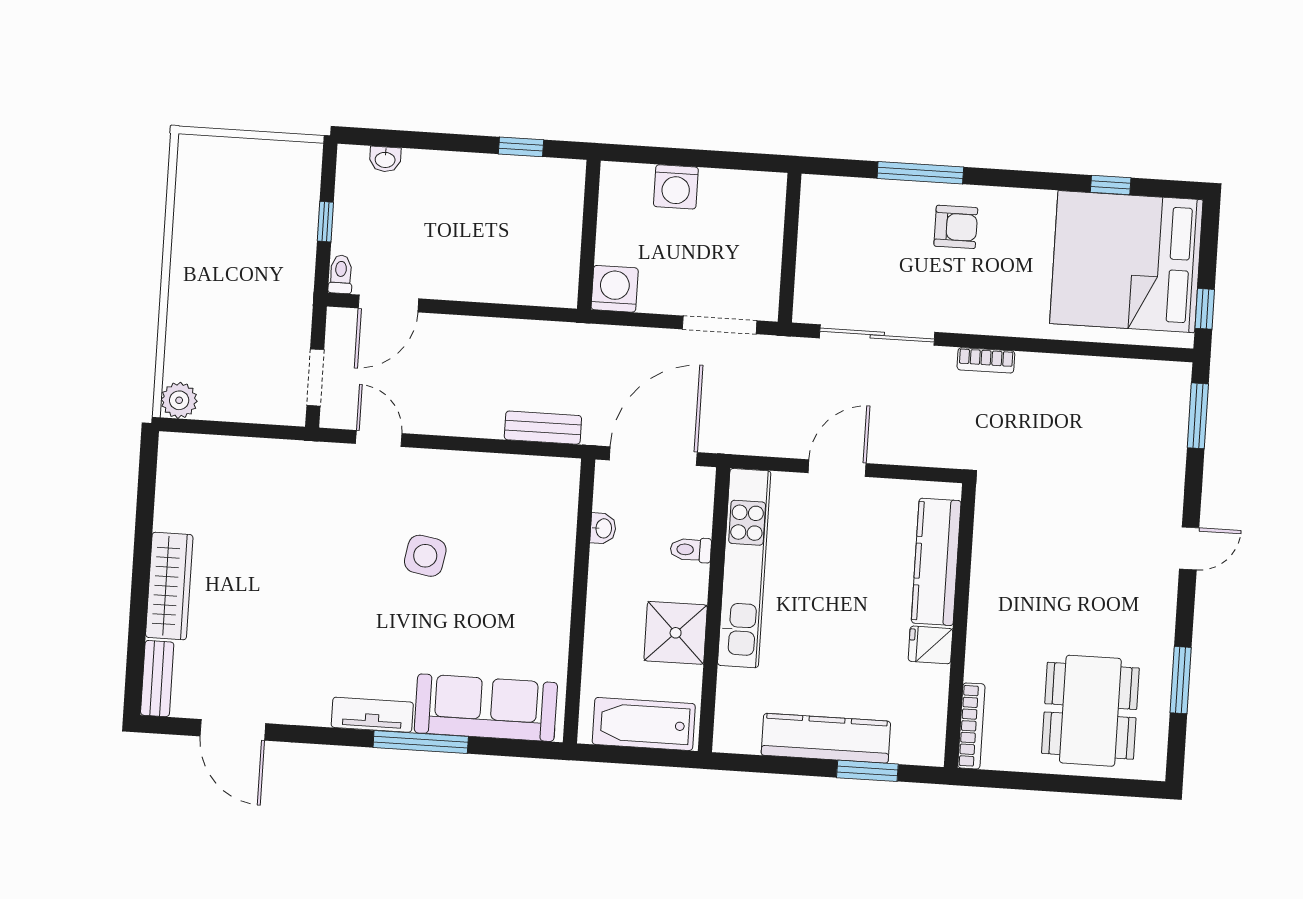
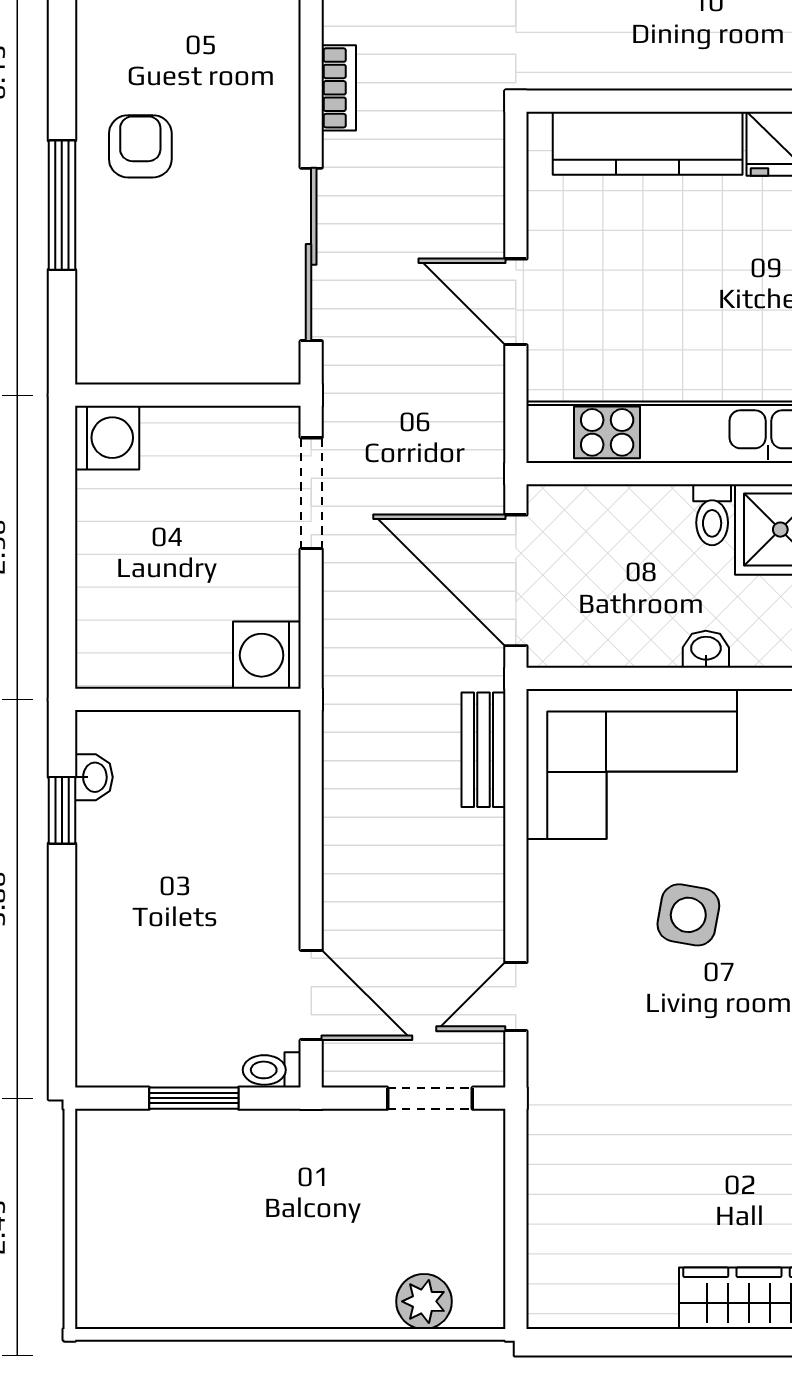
washbasin: (385, 159) -> (94, 777), moved
washing machine: (676, 187) -> (107, 438), moved
window: (325, 222) -> (194, 1098), width x1.50
plant: (179, 400) -> (424, 1301), moved
corner sofa: (527, 525) -> (632, 764), added
washbasin: (603, 528) -> (706, 649), moved
toilet: (691, 550) -> (712, 515), moved

